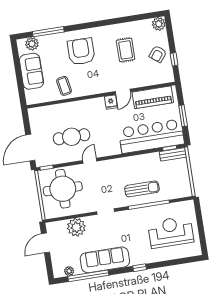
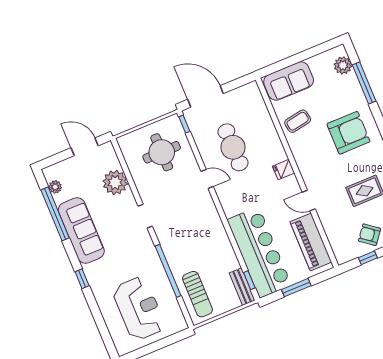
sofa: (31, 71) -> (289, 81), moved
fridge: (111, 102) -> (284, 170), moved
round table: (63, 189) -> (162, 152), width x0.73, depth x0.73
sun lounger: (142, 189) -> (197, 294), moved

